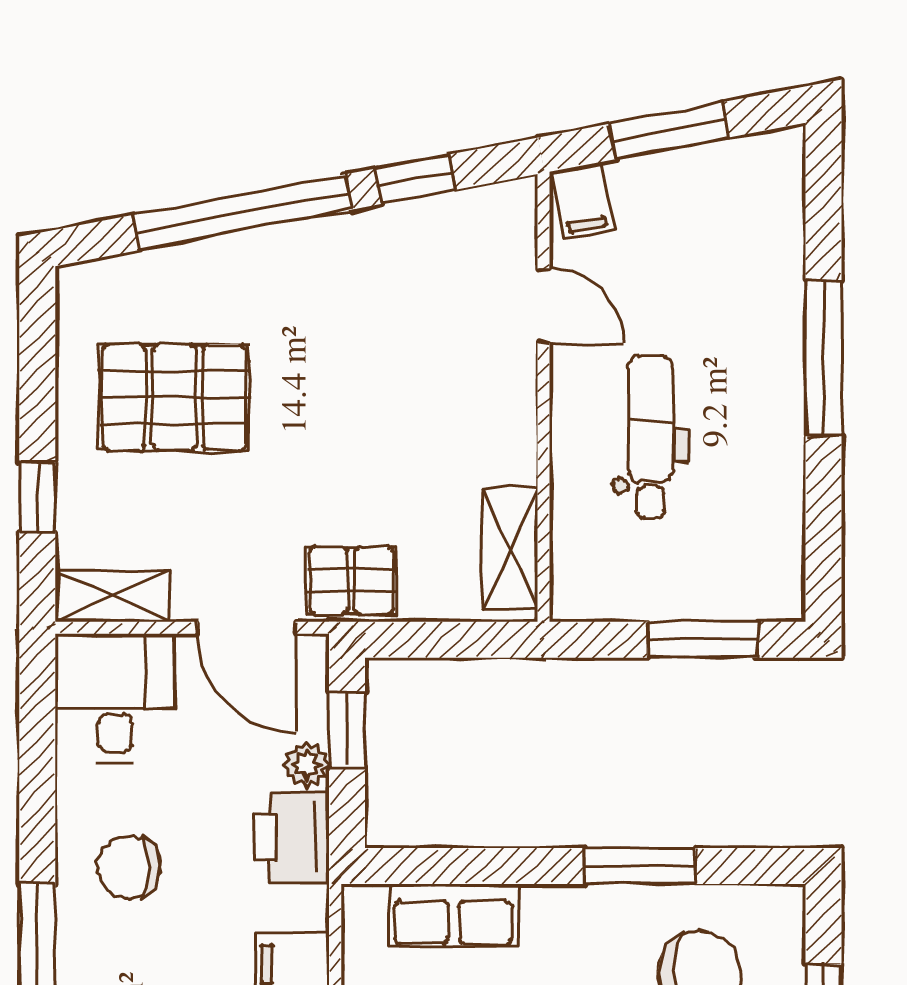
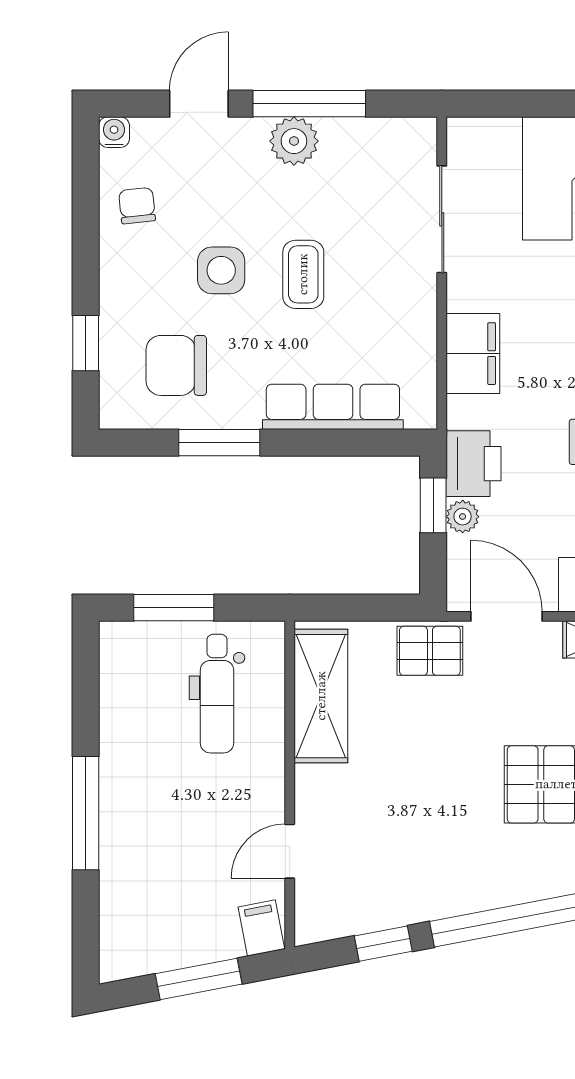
door: (544, 306) -> (290, 851), hinge flipped
dental chair: (650, 437) -> (217, 694), moved
shelving: (510, 549) -> (321, 696), width x1.50, depth x1.33
window: (347, 730) -> (433, 505), moved
row of seats: (453, 915) -> (333, 407), width x1.48

